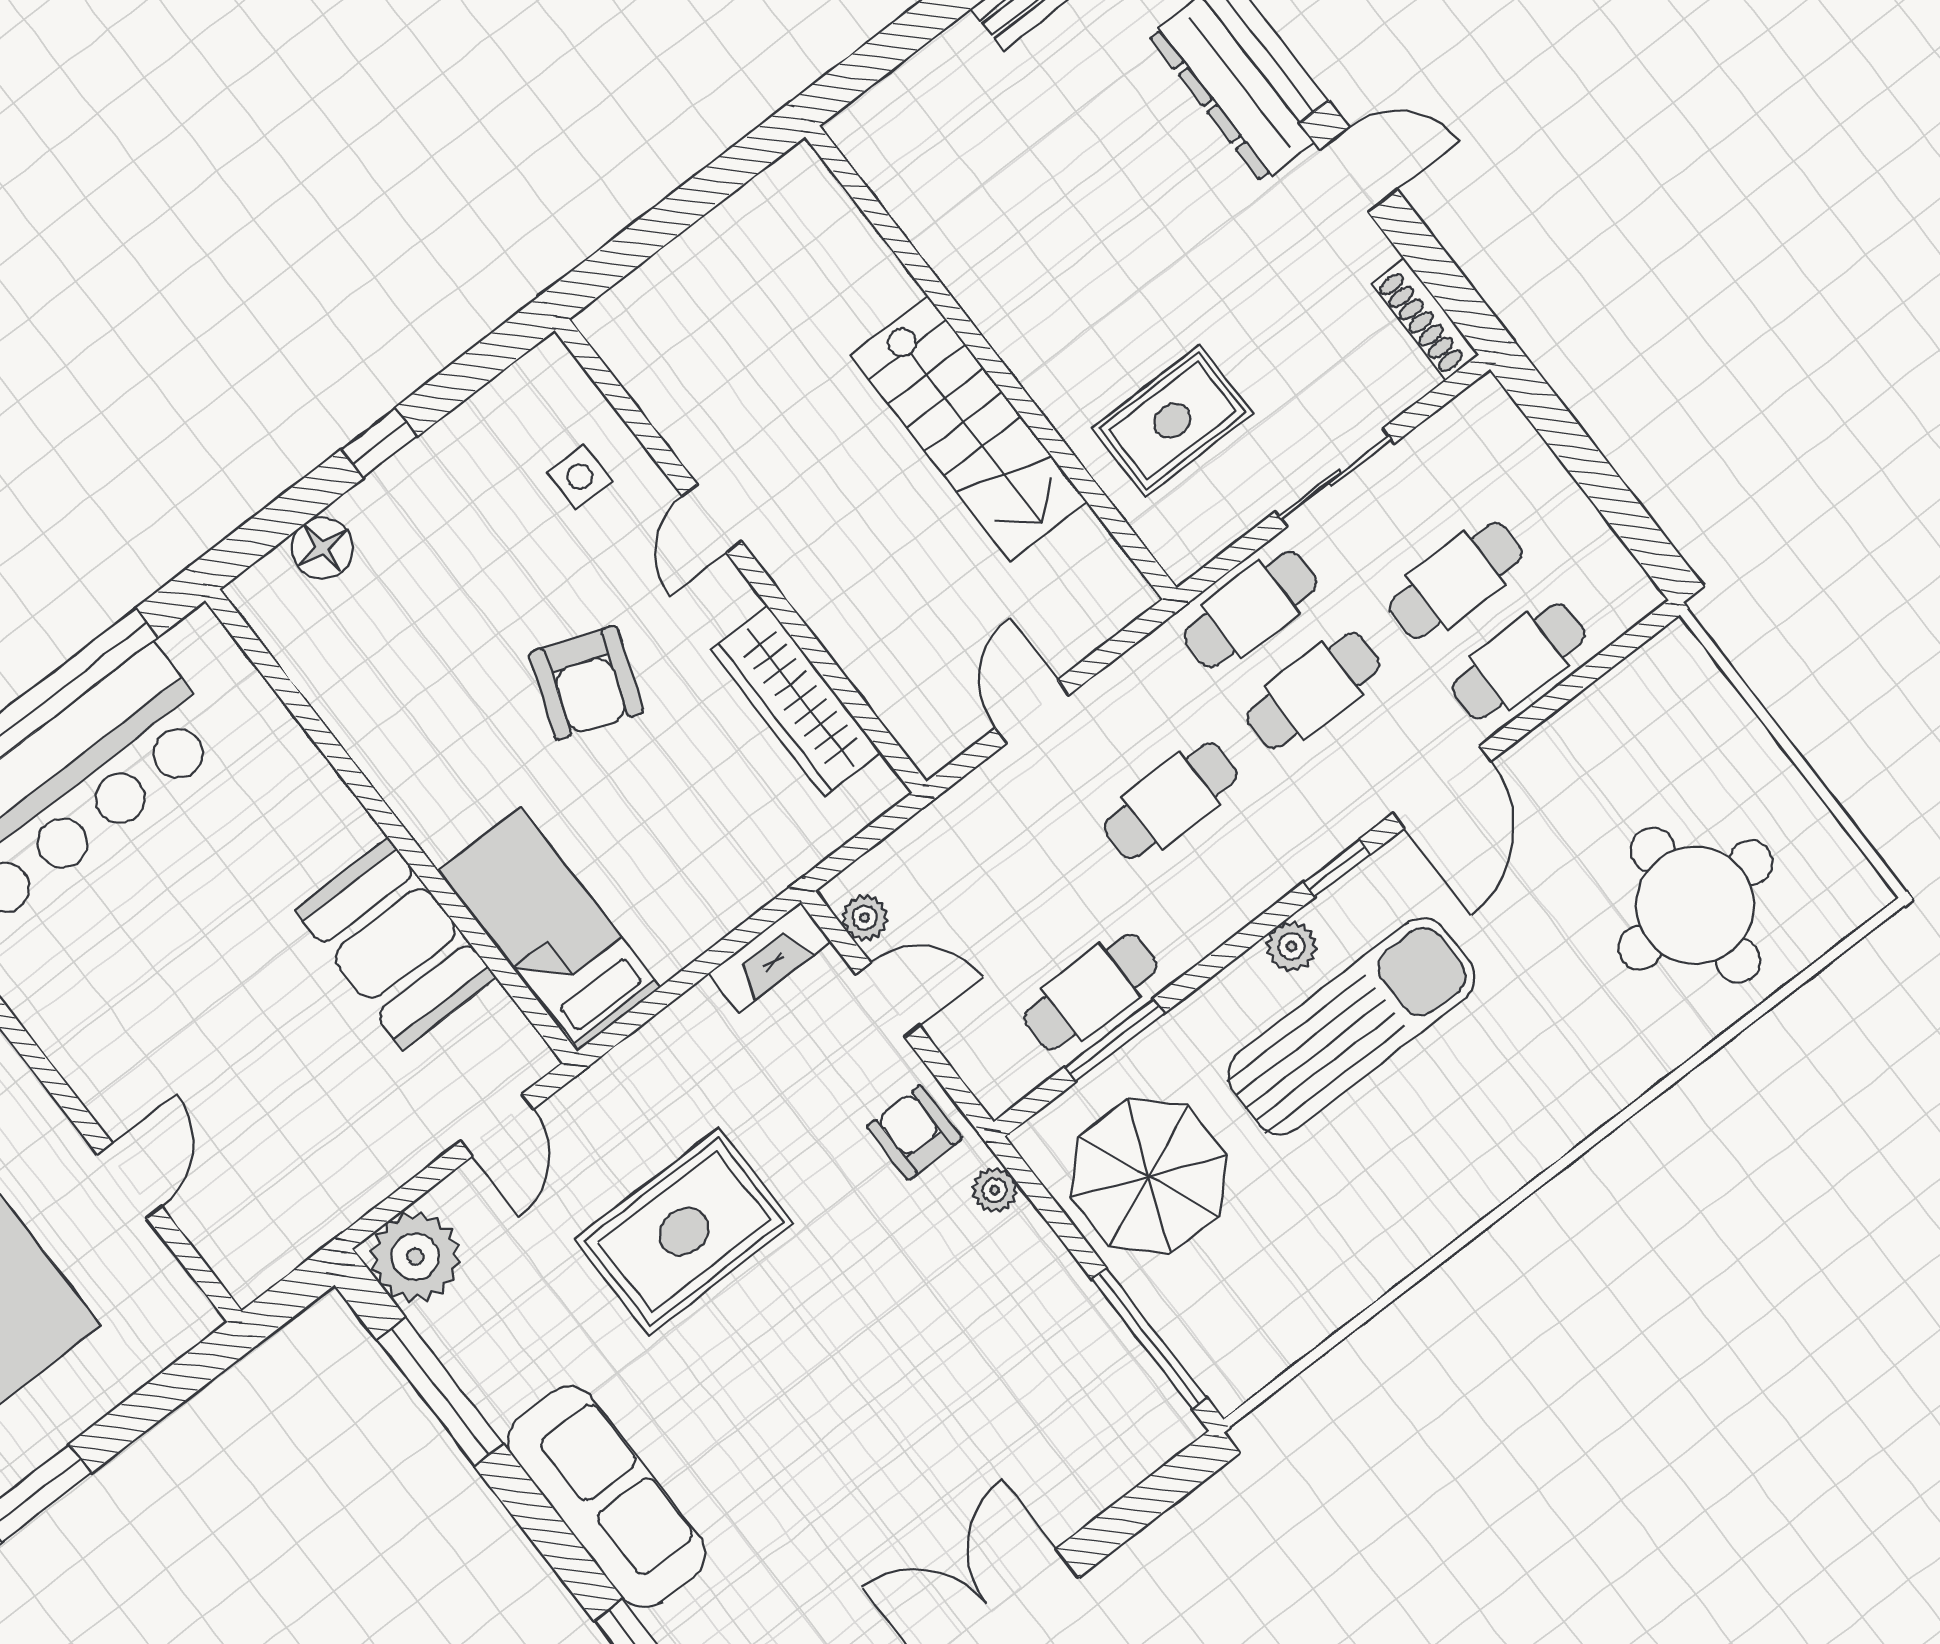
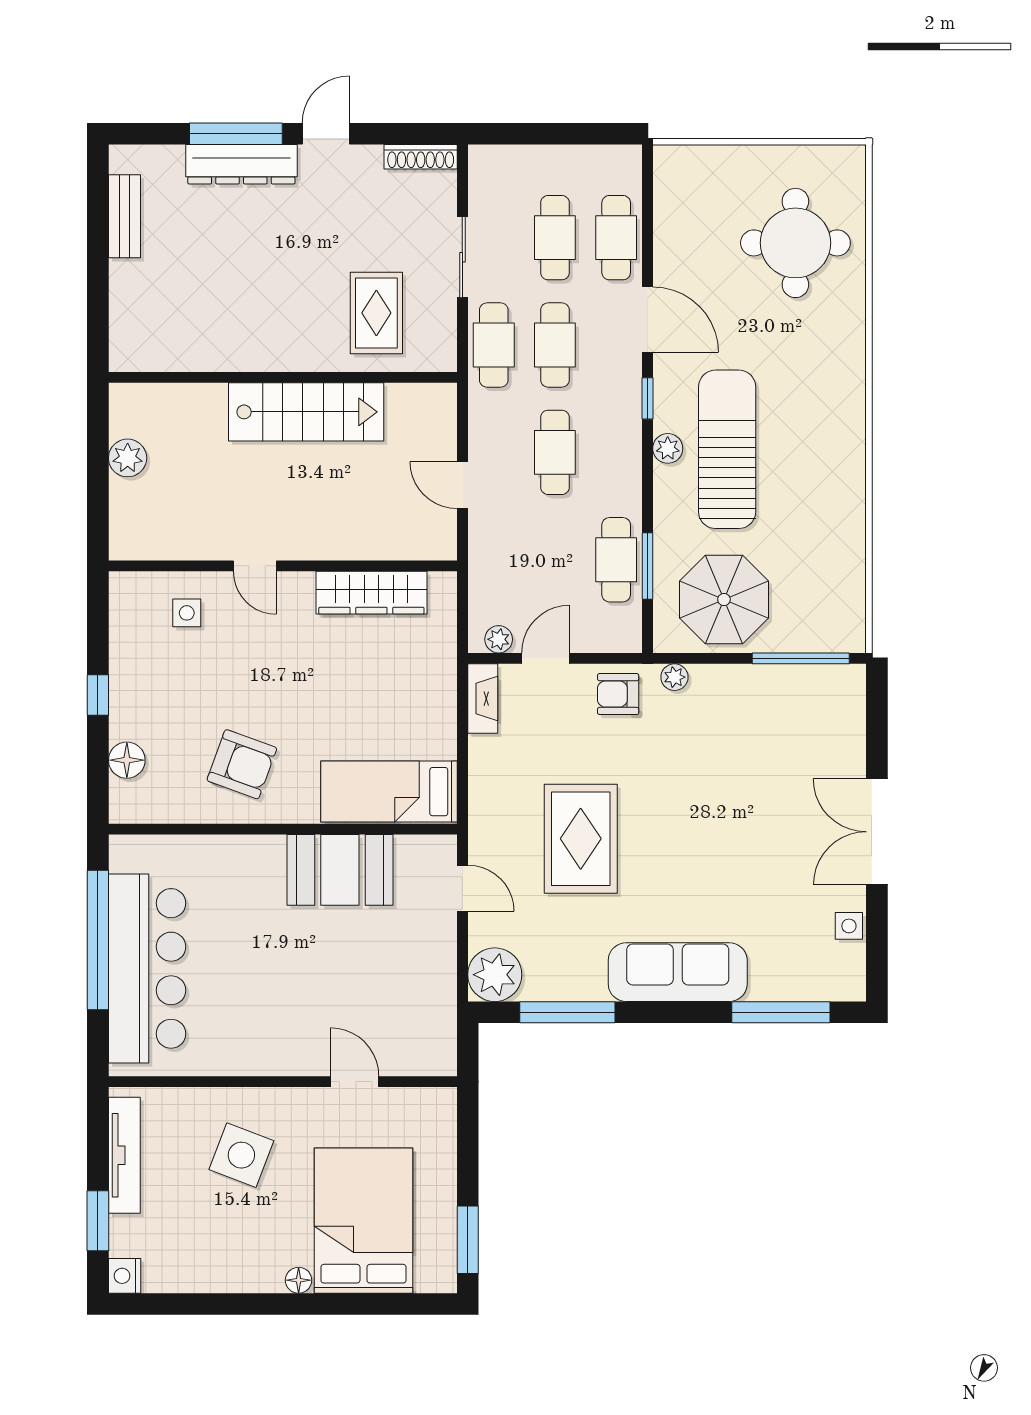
plant: (724, 239) -> (128, 458), added
armchair: (586, 683) -> (242, 764), moved

